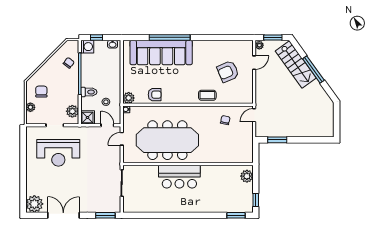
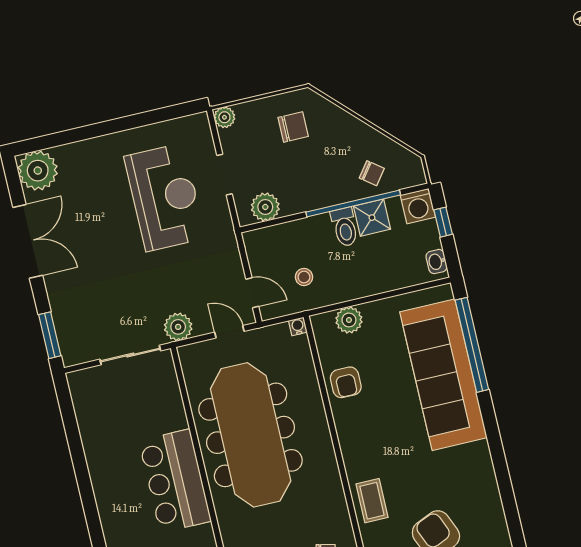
window: (170, 37) -> (472, 345), moved
toilet: (89, 92) -> (345, 227), moved
plant: (129, 98) -> (349, 320), moved
plant: (30, 107) -> (224, 117), moved
shower: (88, 117) -> (372, 218), moved
door: (107, 125) -> (252, 293), hinge flipped
reception desk: (58, 153) -> (165, 197), turned 180
plant: (115, 160) -> (178, 327), added

